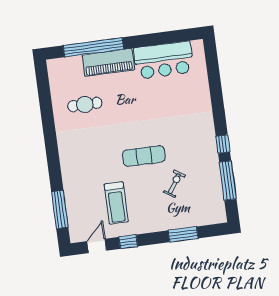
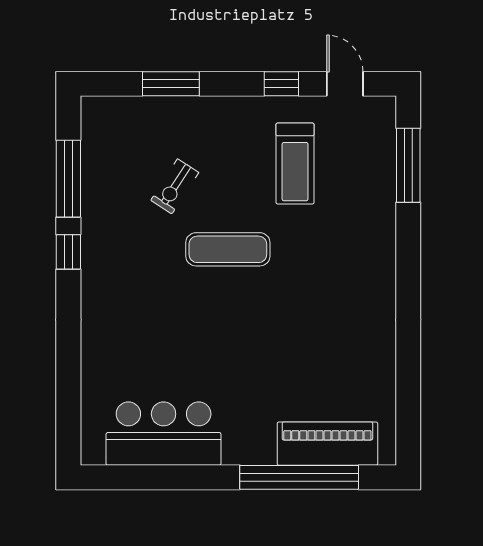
piano: (108, 62) -> (327, 444), moved
cafe table: (85, 104) -> (331, 367), removed
treadmill: (116, 203) -> (295, 164), turned 180
door: (97, 246) -> (345, 84), swing flipped

